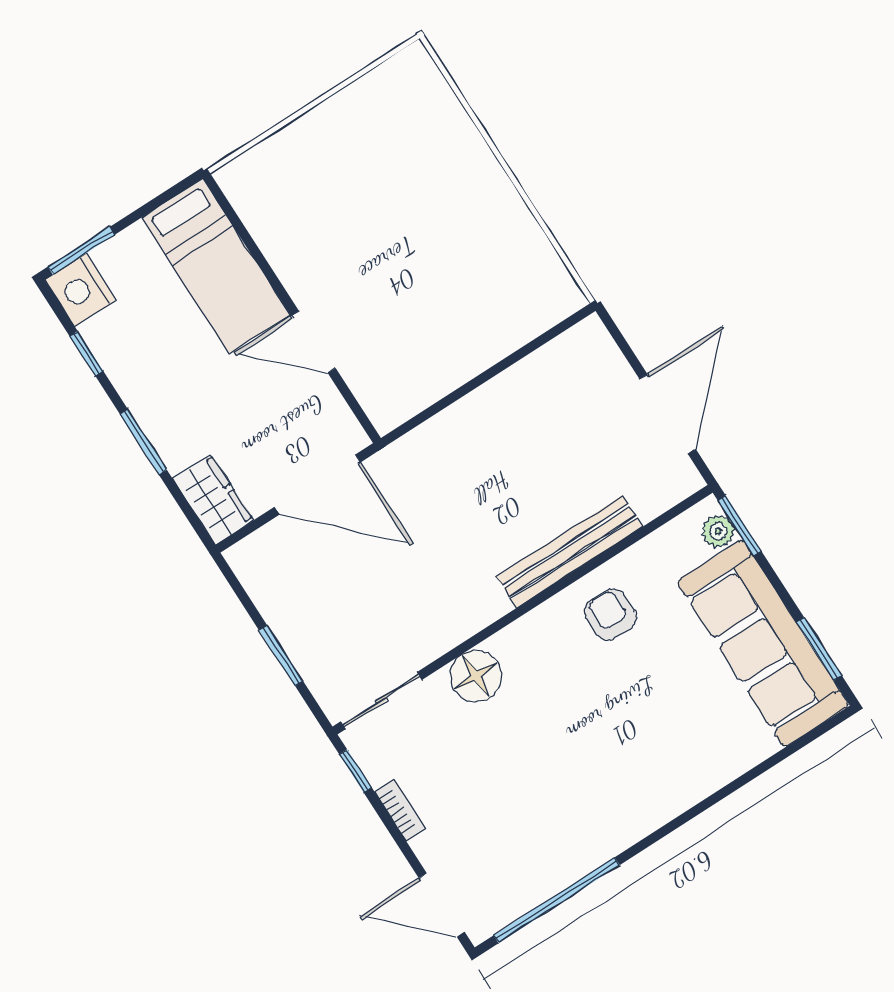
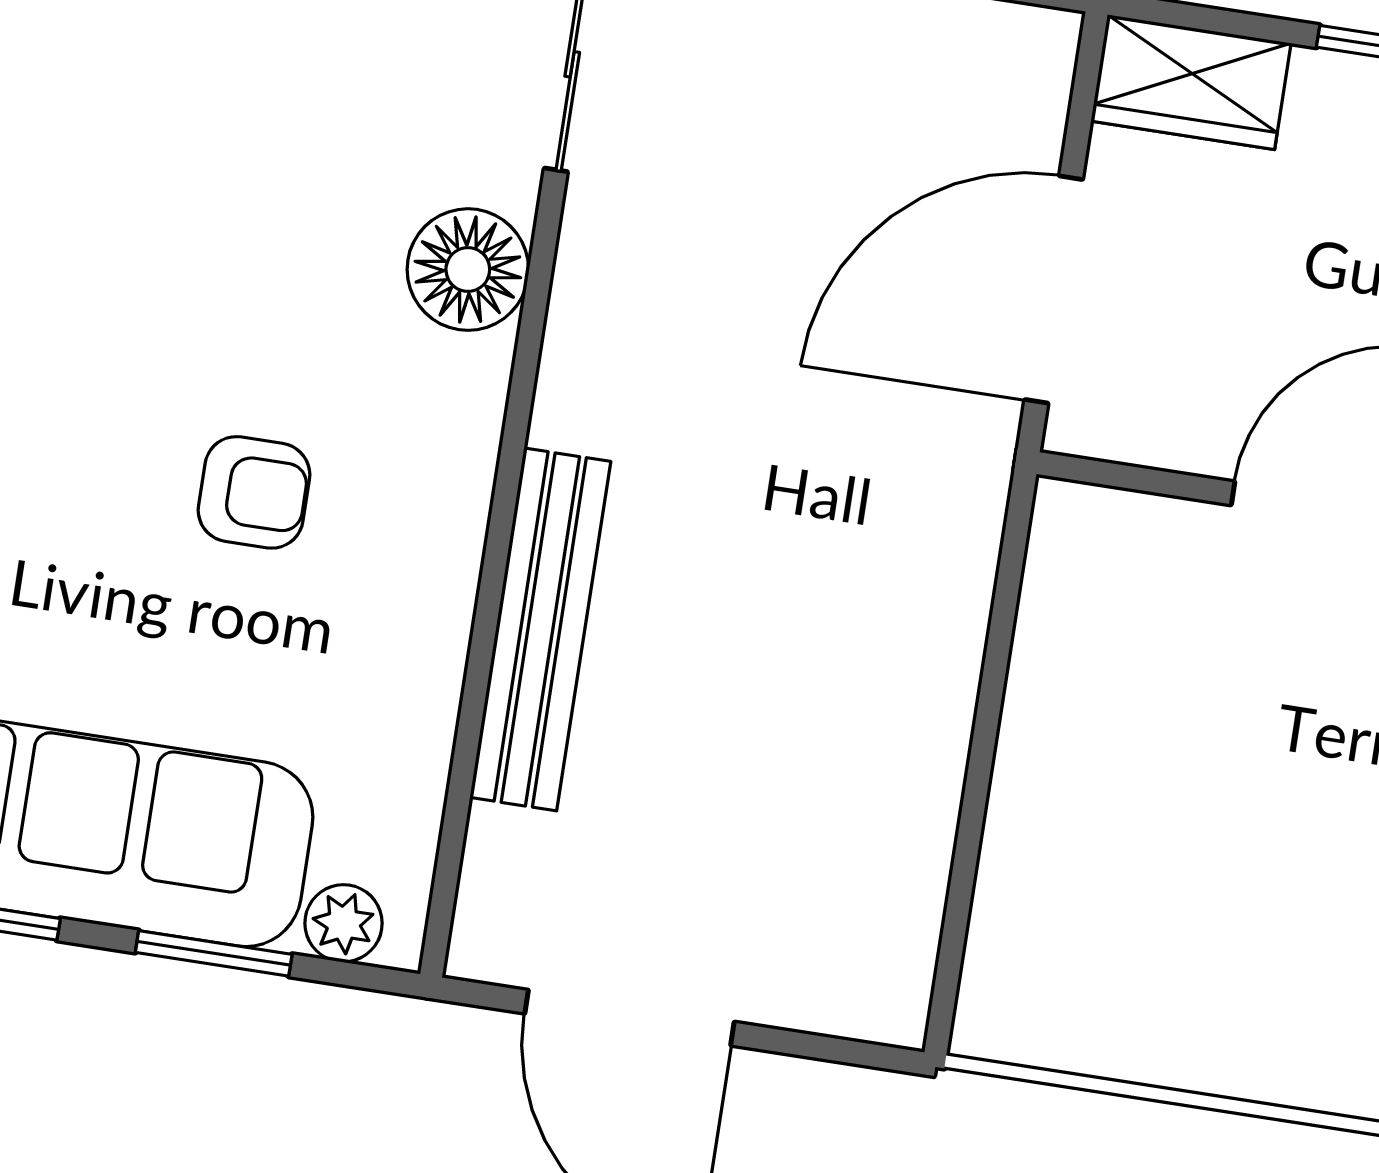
window: (740, 526) -> (214, 953), moved
armchair: (611, 615) -> (254, 492), moved

